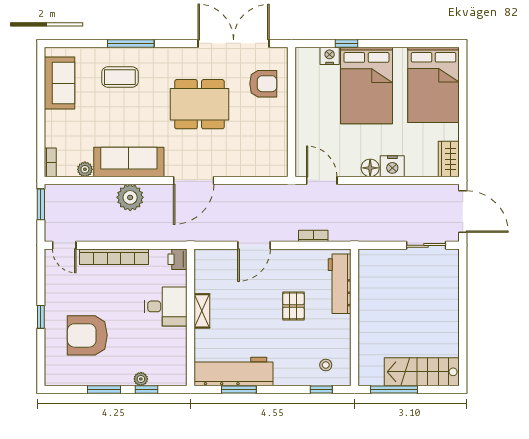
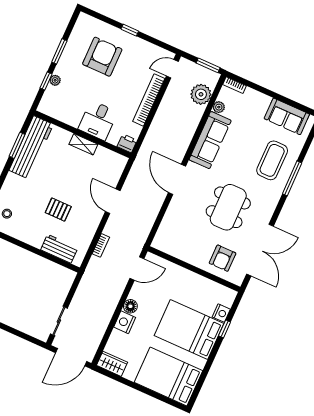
coffee table: (120, 77) -> (272, 160), width x1.36, depth x1.32
plant: (130, 197) -> (201, 94), moved
workbench: (340, 284) -> (59, 249), width x0.73

